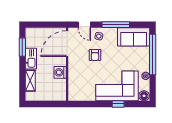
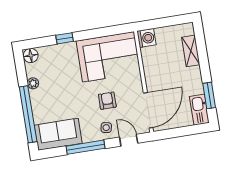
kitchen sink: (31, 59) -> (199, 110), moved
washing machine: (60, 72) -> (146, 38), moved
corner sofa: (117, 86) -> (108, 57), moved

